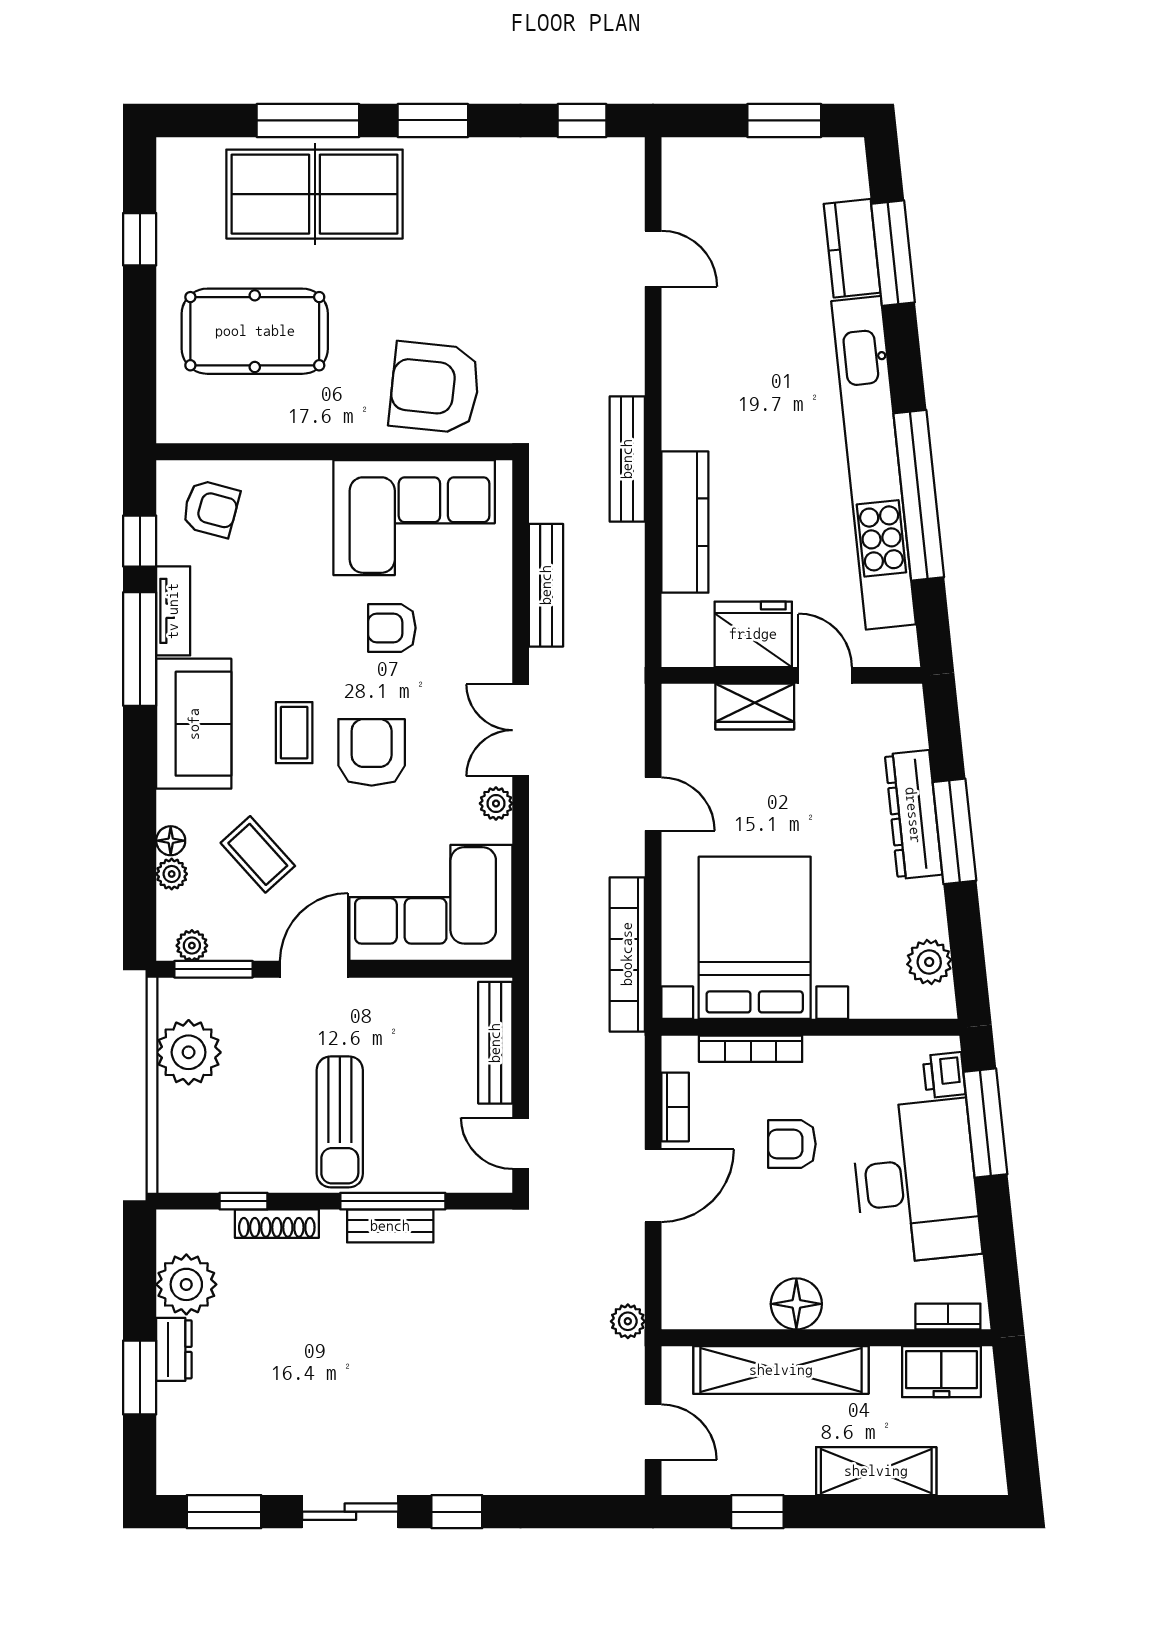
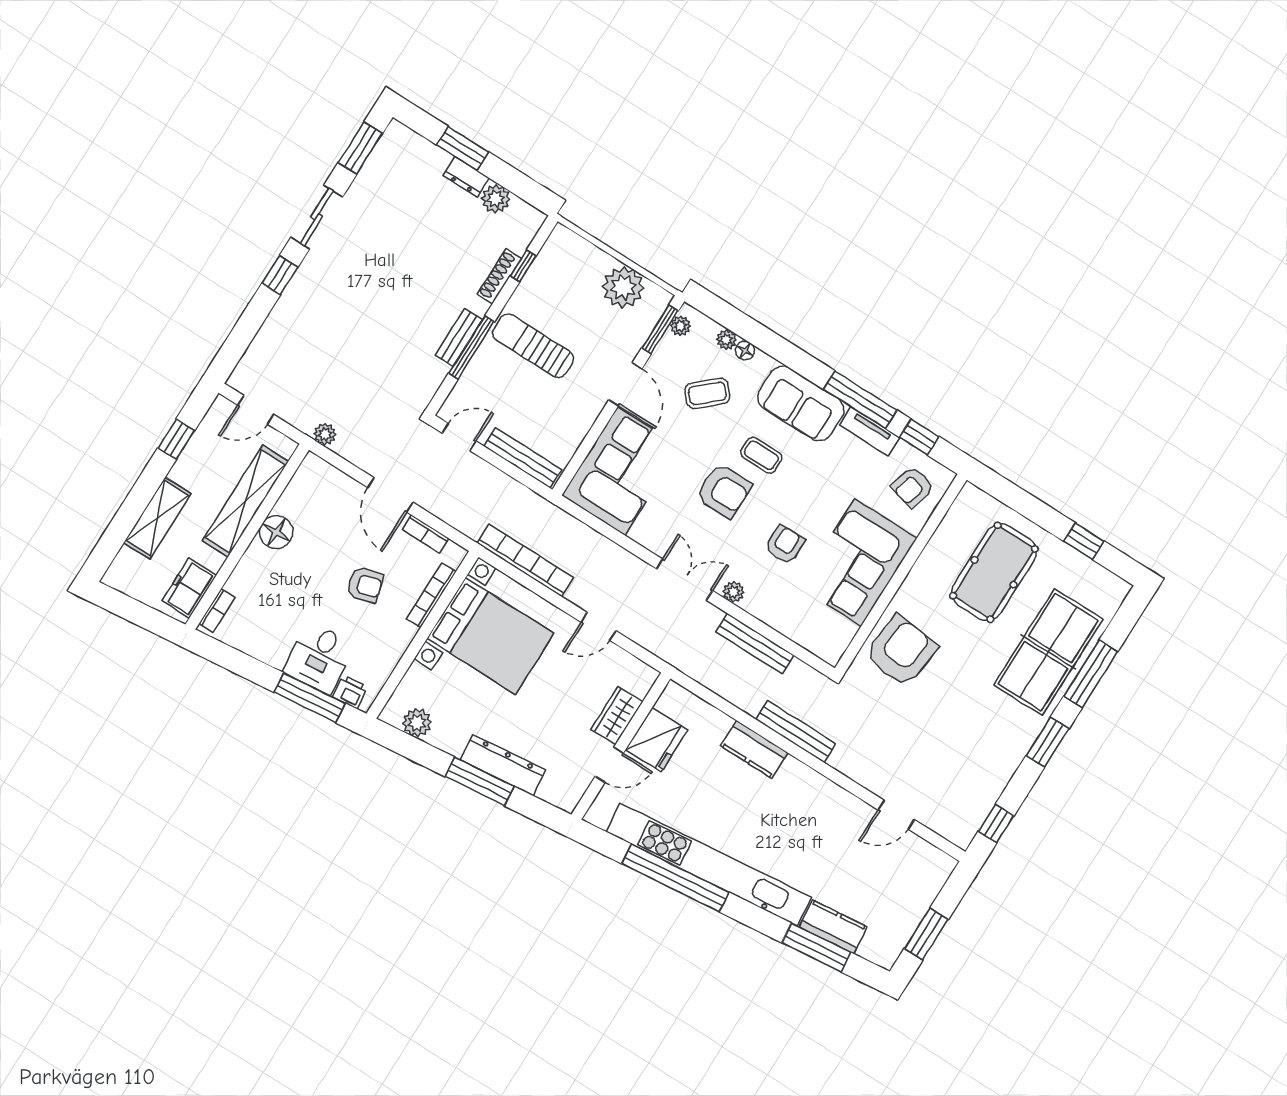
corner sofa: (414, 518) -> (858, 562), moved
kitchen counter: (685, 522) -> (754, 749), width x0.67
plant: (496, 803) -> (734, 592), moved
armchair: (792, 1144) -> (365, 585), turned 74
desk: (916, 1182) -> (319, 658), width x0.53, depth x0.77
plant: (186, 1284) -> (496, 199), width x0.73, depth x0.73

